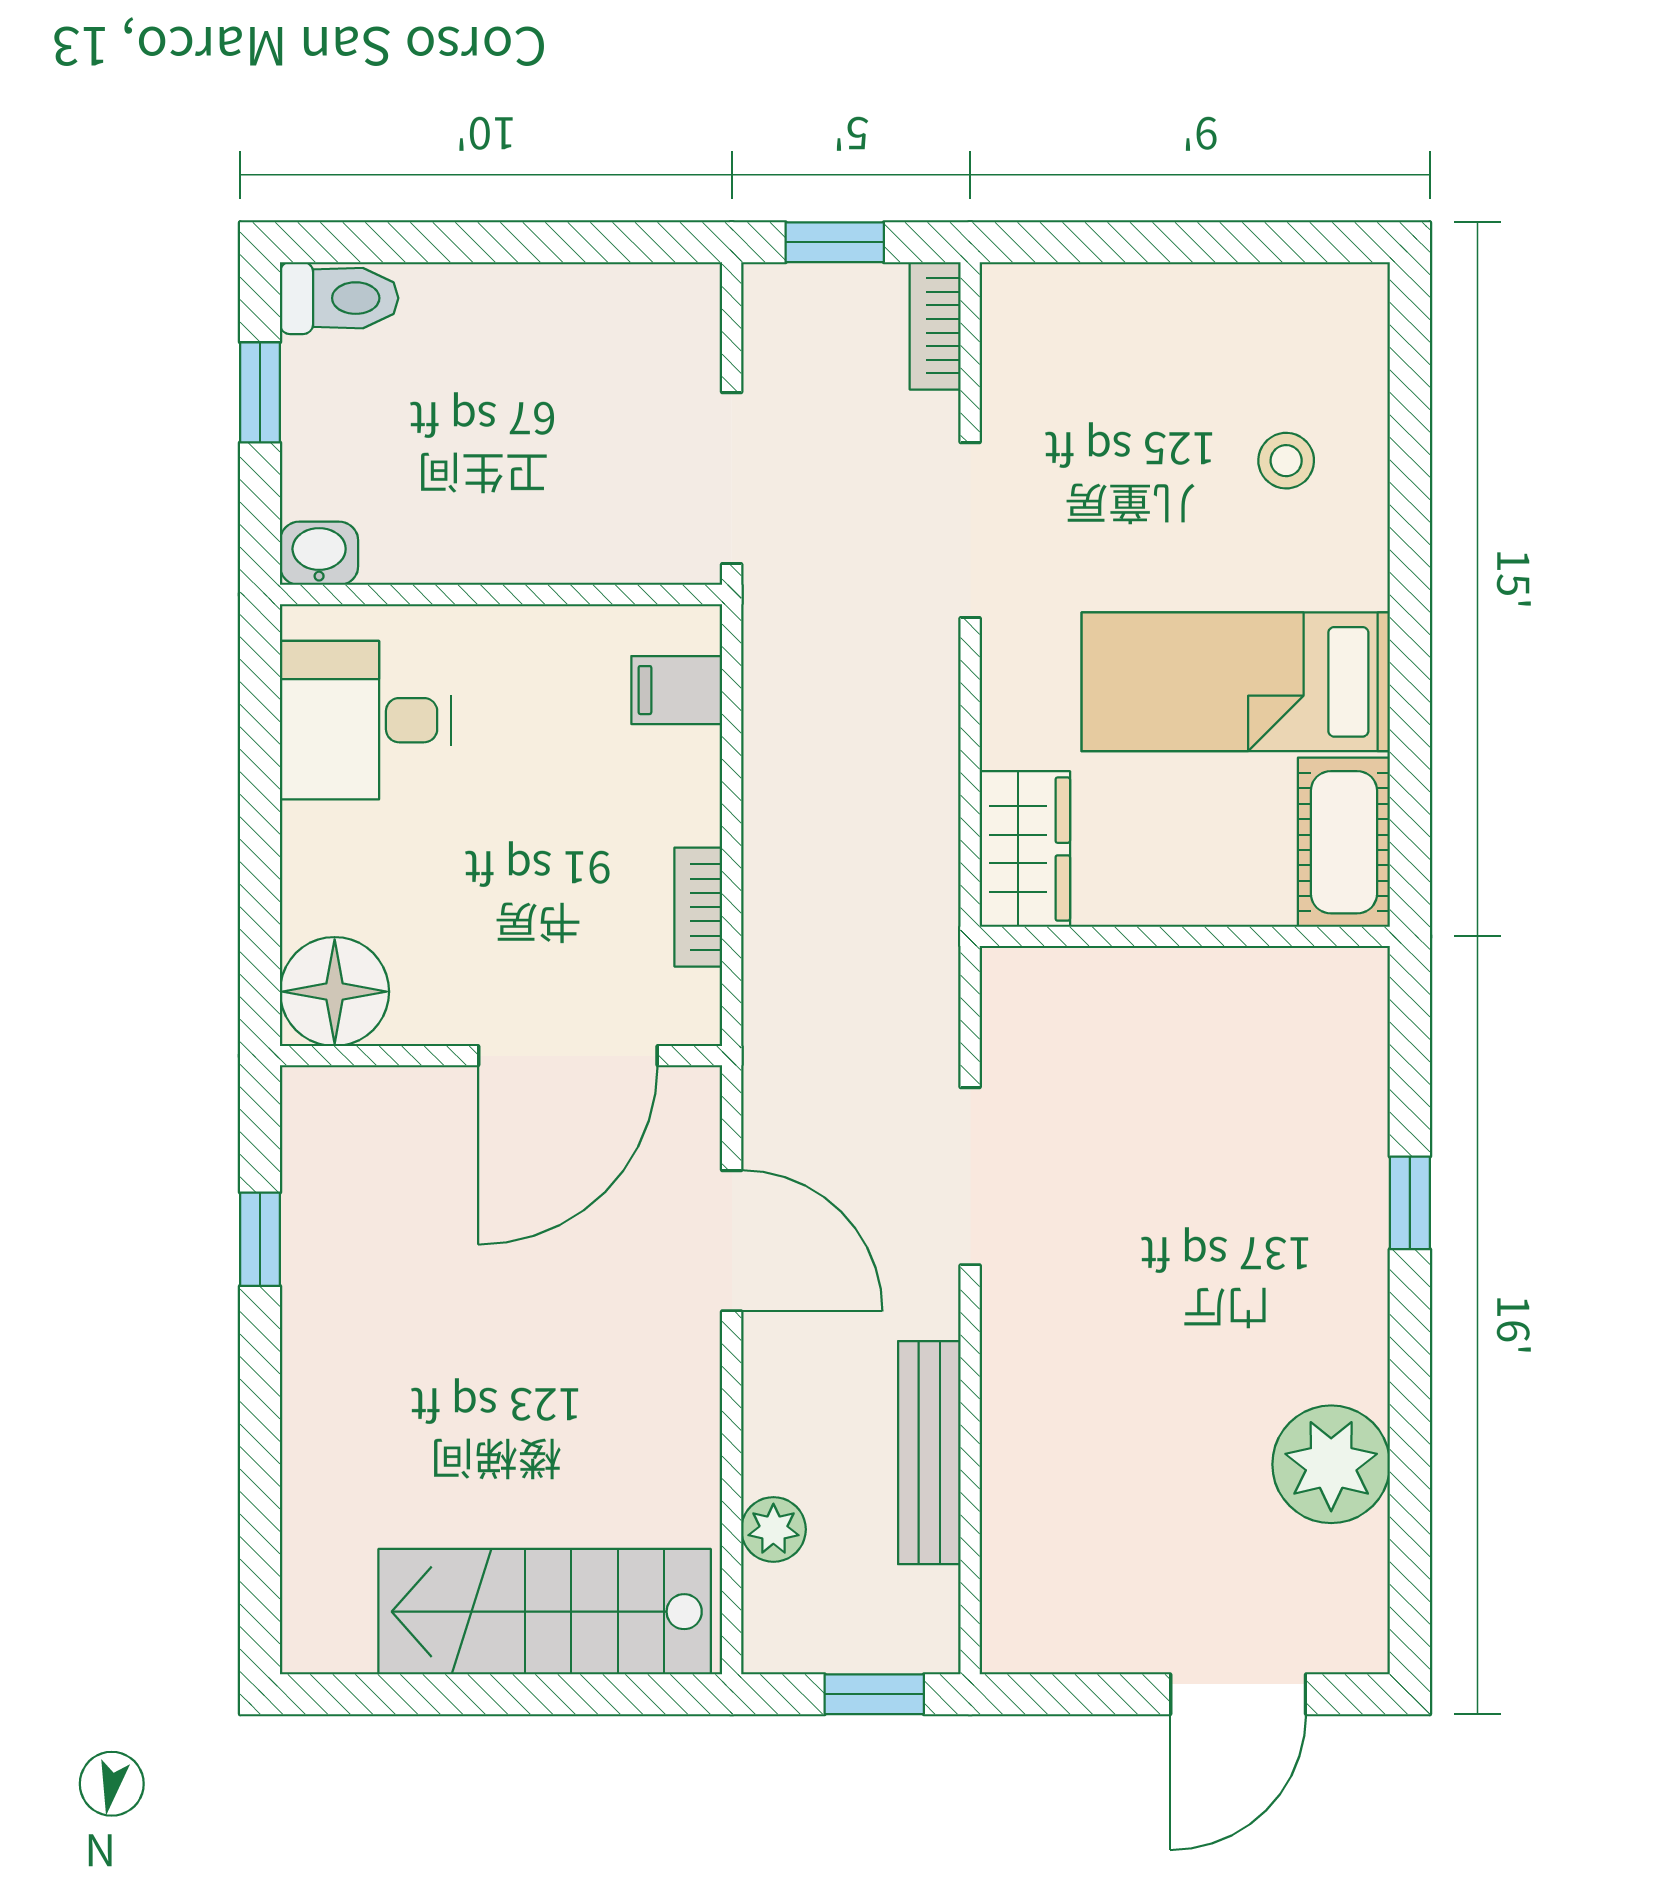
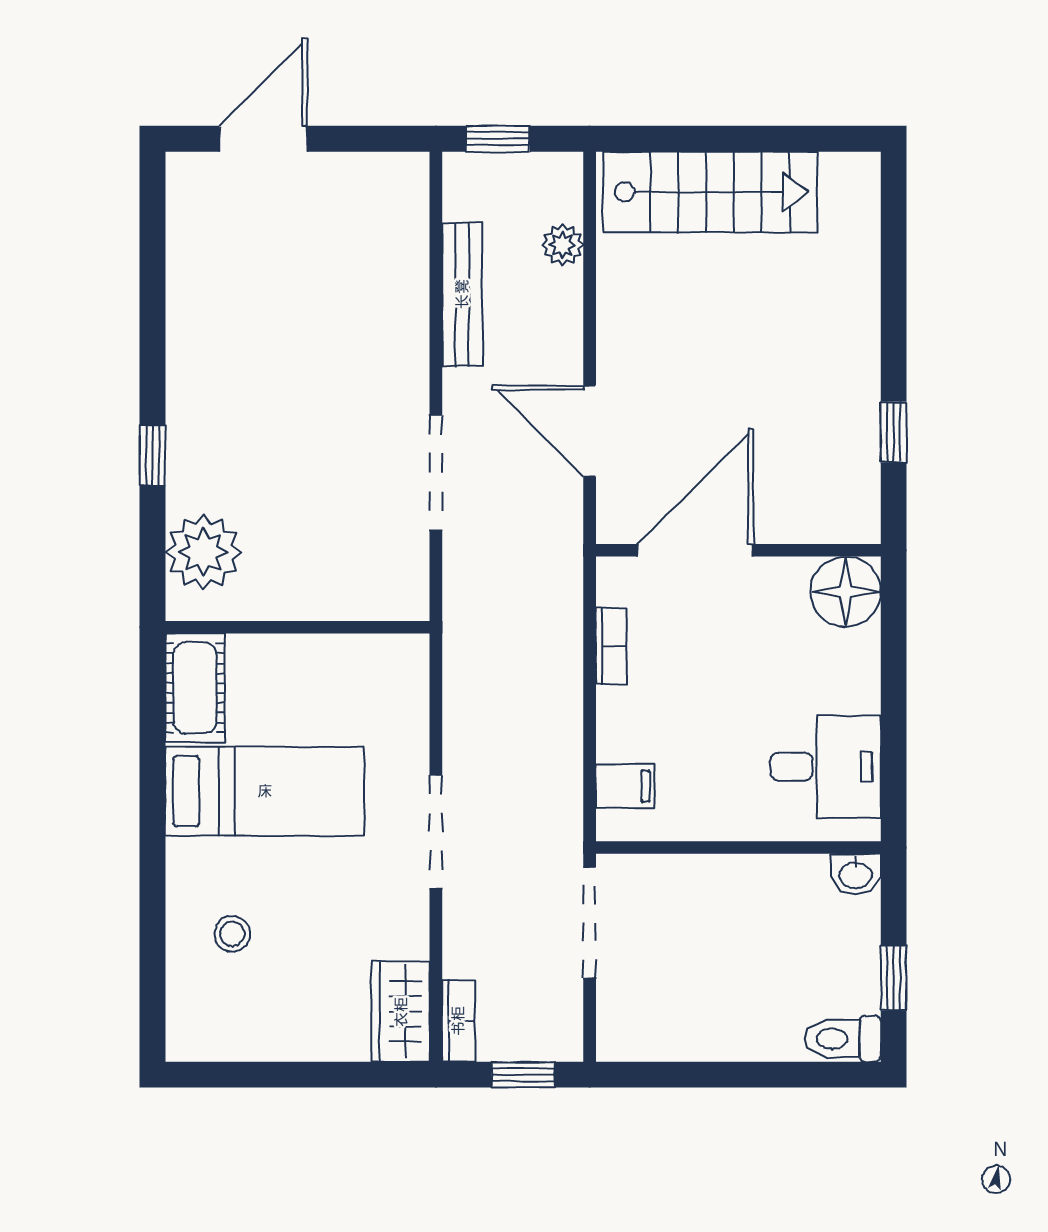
doorway: (970, 530) -> (436, 832), moved
wardrobe: (1025, 849) -> (401, 1012), moved
plant: (1331, 1464) -> (203, 552), moved

